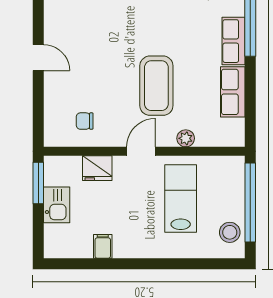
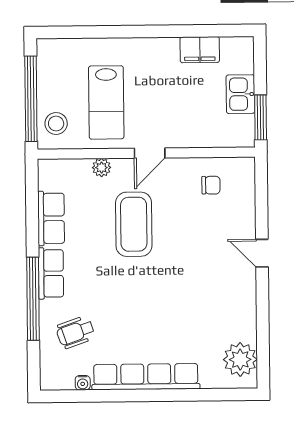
fridge: (97, 168) -> (197, 134), removed
stool: (230, 232) -> (56, 123), moved
filing cabinet: (103, 246) -> (200, 50), width x2.00

